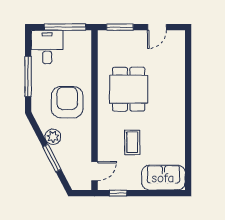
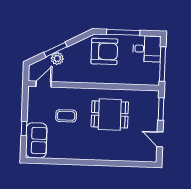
armchair: (67, 102) -> (104, 51), moved
plant: (53, 137) -> (57, 59), moved
door: (95, 171) -> (44, 84), swing flipped
window: (118, 193) -> (24, 128), moved

